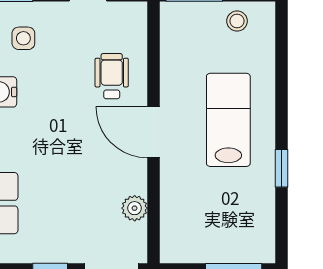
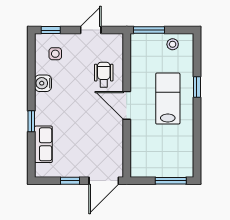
window: (281, 168) -> (197, 87), moved
plant: (135, 208) -> (116, 147), removed

